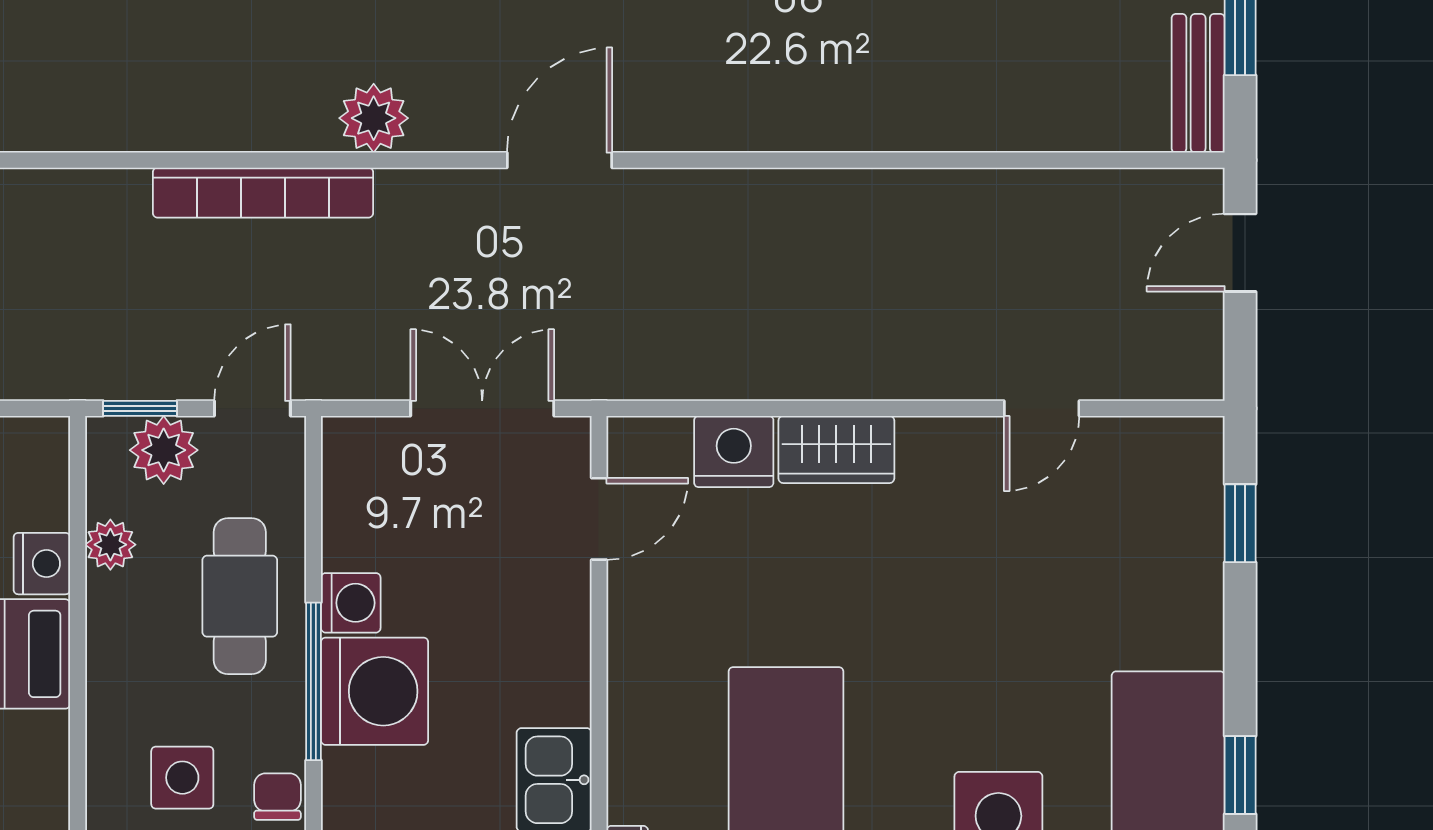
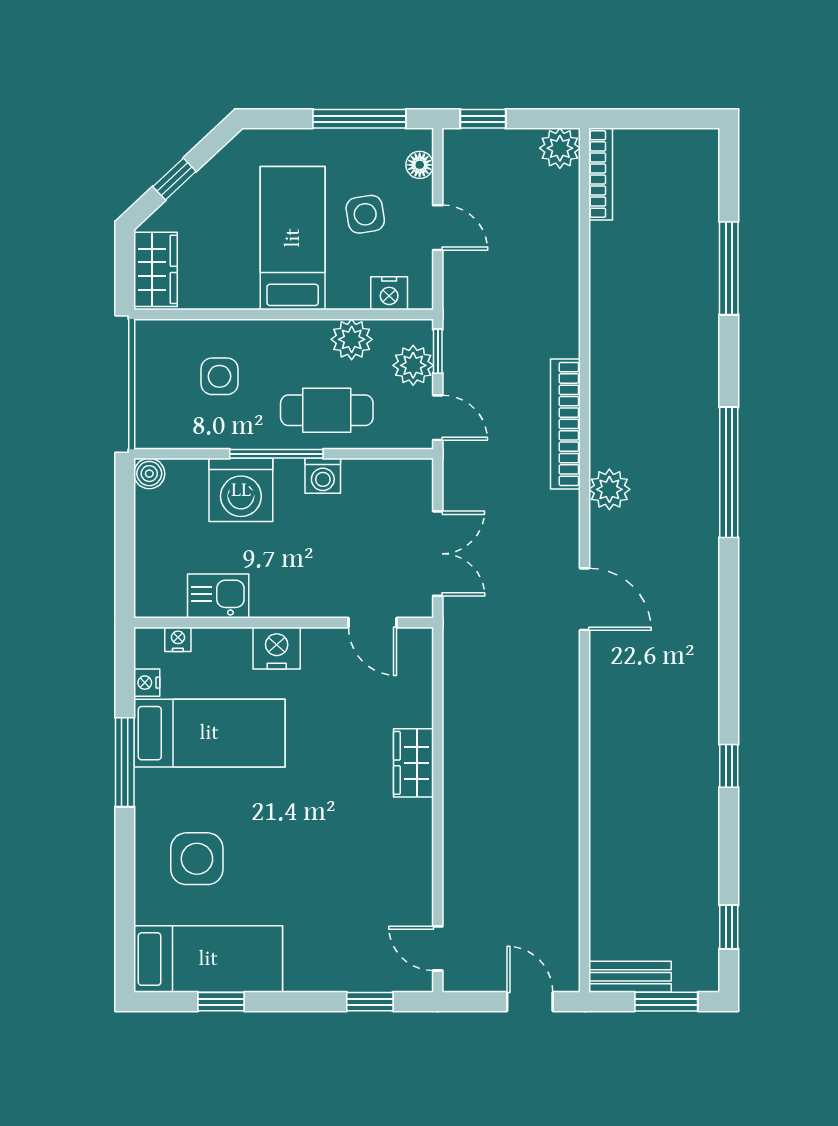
door: (1042, 408) -> (438, 948), moved
nightstand: (734, 452) -> (277, 648), moved, turned -90
plant: (110, 545) -> (352, 339), width x1.38, depth x1.38
nightstand: (42, 564) -> (389, 293), moved
washing machine: (375, 691) -> (241, 490), moved
chair: (277, 797) -> (208, 433), removed

